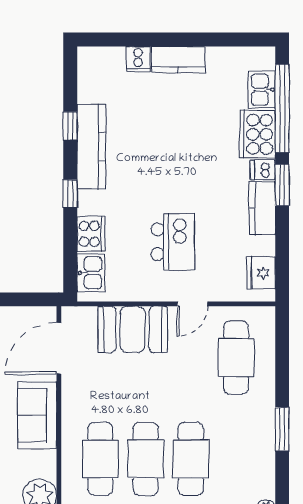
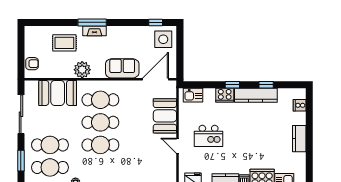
cooker: (138, 59) -> (300, 105), moved
cooker: (91, 234) -> (225, 95), moved
door: (59, 348) -> (155, 79), hinge flipped
cafe table: (236, 358) -> (151, 167), removed

